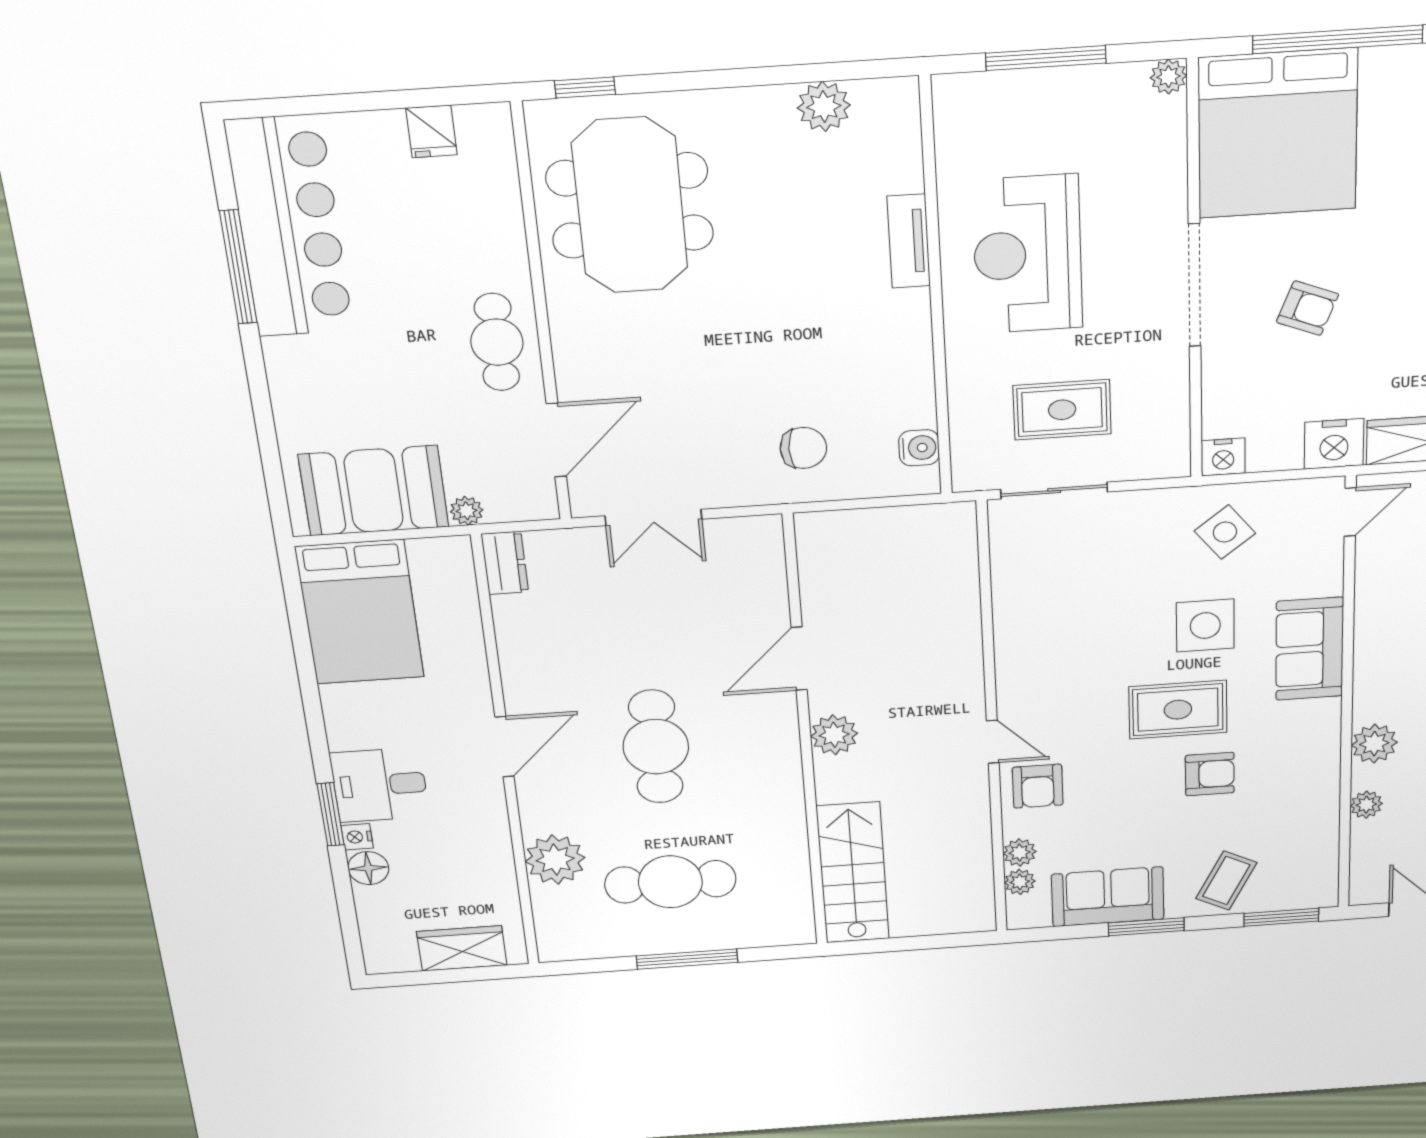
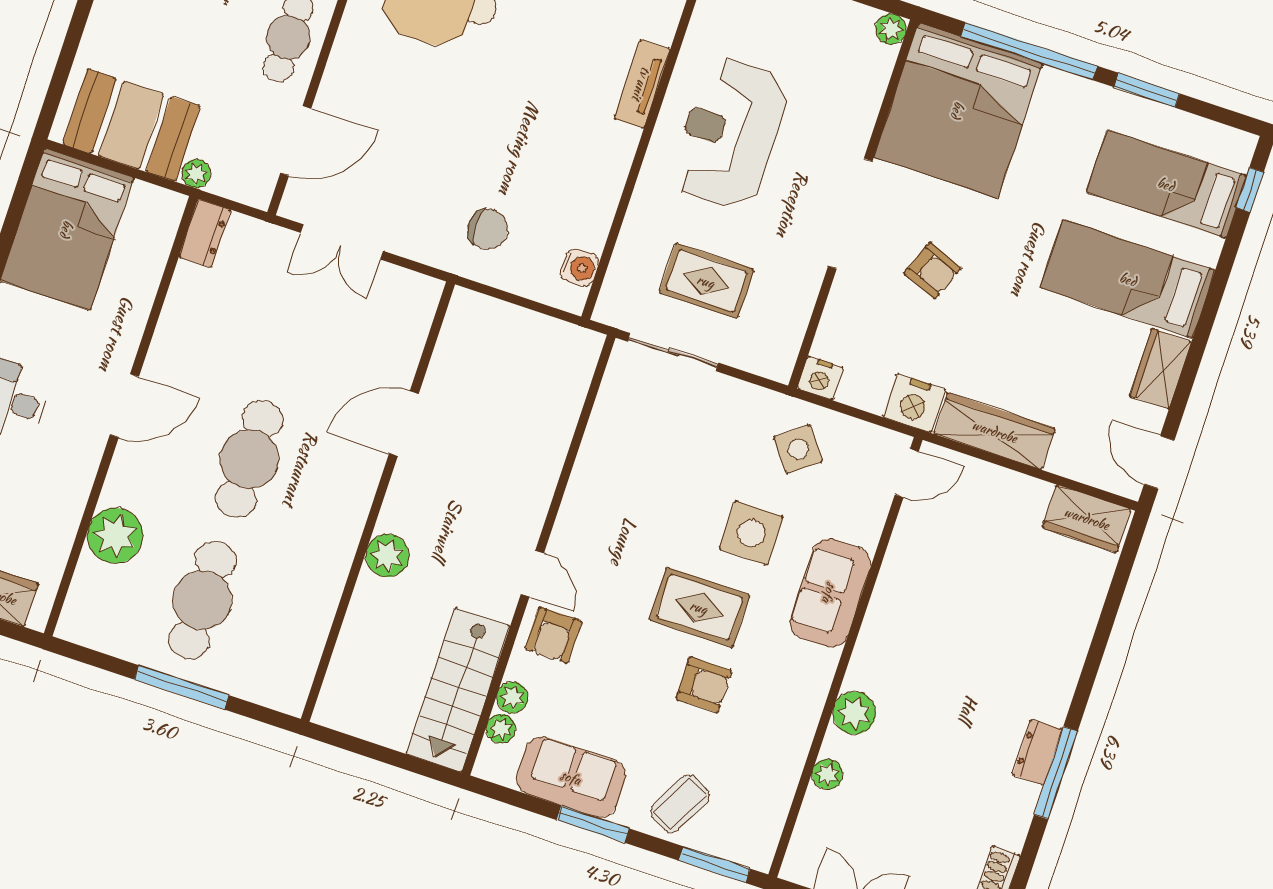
plant: (834, 735) -> (387, 556), moved
stairs: (853, 873) -> (458, 690), moved, turned 180
cafe table: (670, 882) -> (202, 600), turned 90

